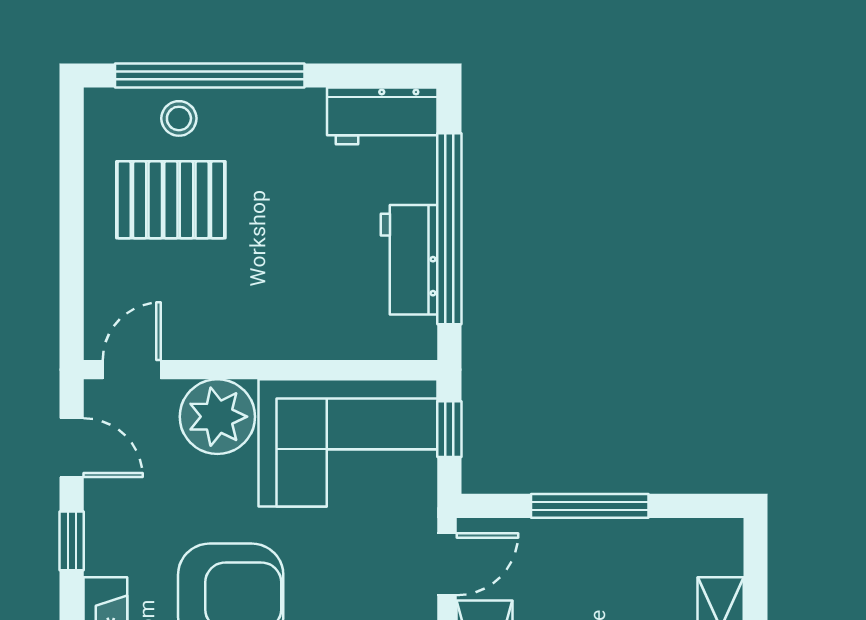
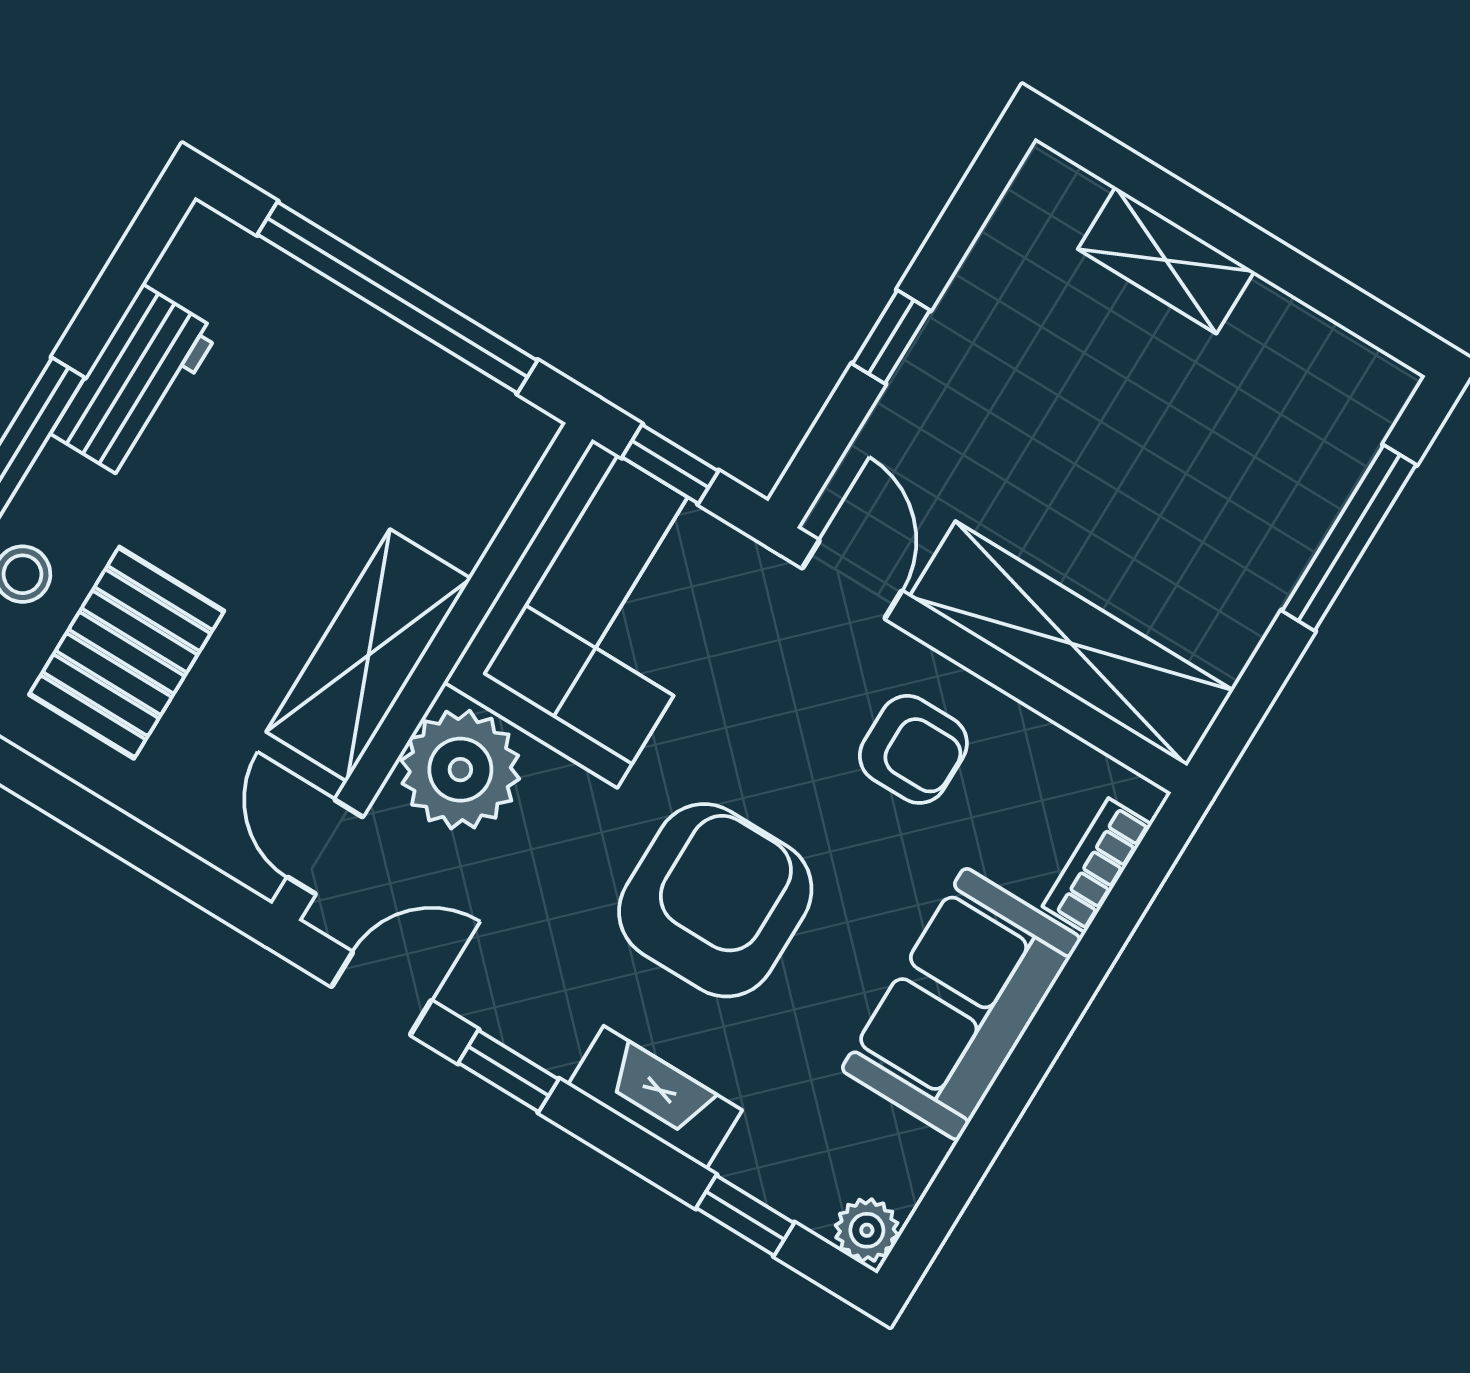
workbench: (382, 116) -> (135, 382), moved
workbench: (409, 260) -> (406, 378), removed
shelving: (249, 330) -> (369, 655), added
window: (590, 506) -> (891, 337), width x0.46

